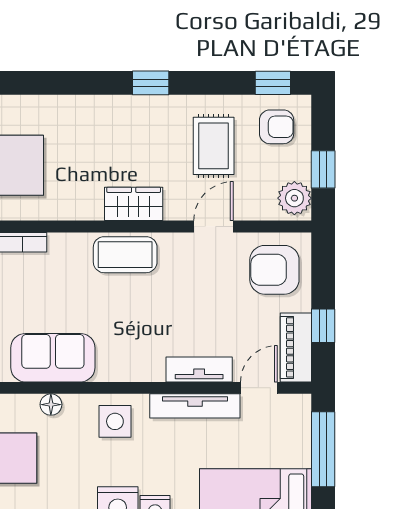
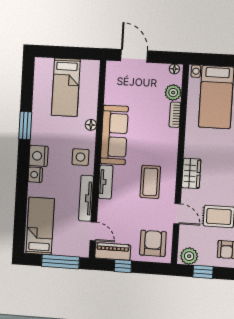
coffee table: (125, 255) -> (150, 182), moved
sofa: (53, 358) -> (114, 135), width x1.36
tv unit: (199, 369) -> (106, 182), moved

